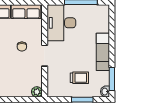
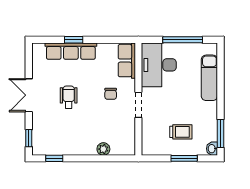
row of seats: (26, 12) -> (127, 61), moved, turned 90
exam couch: (103, 52) -> (209, 78), moved
plant: (37, 92) -> (103, 149), moved

